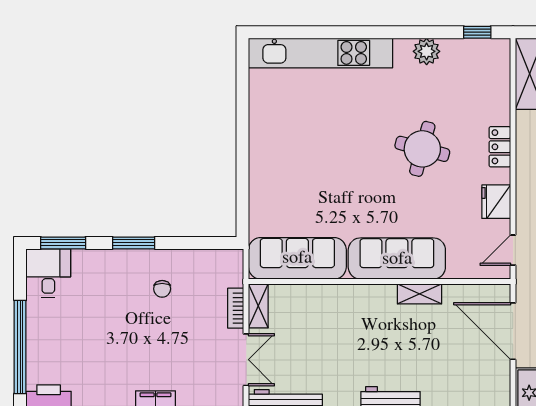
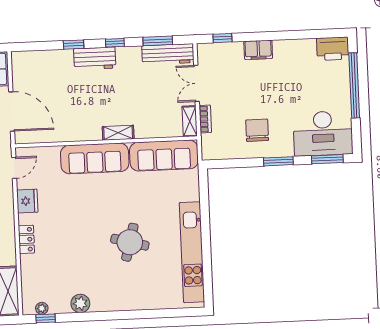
plant: (482, 47) -> (42, 308), added
kitchen unit: (321, 53) -> (192, 252), moved, turned -90
round table: (422, 149) -> (130, 242), moved
desk: (48, 273) -> (323, 133), width x1.87, depth x1.30
chair: (162, 289) -> (257, 130), width x1.87, depth x1.87
shelving: (419, 294) -> (118, 133), moved

